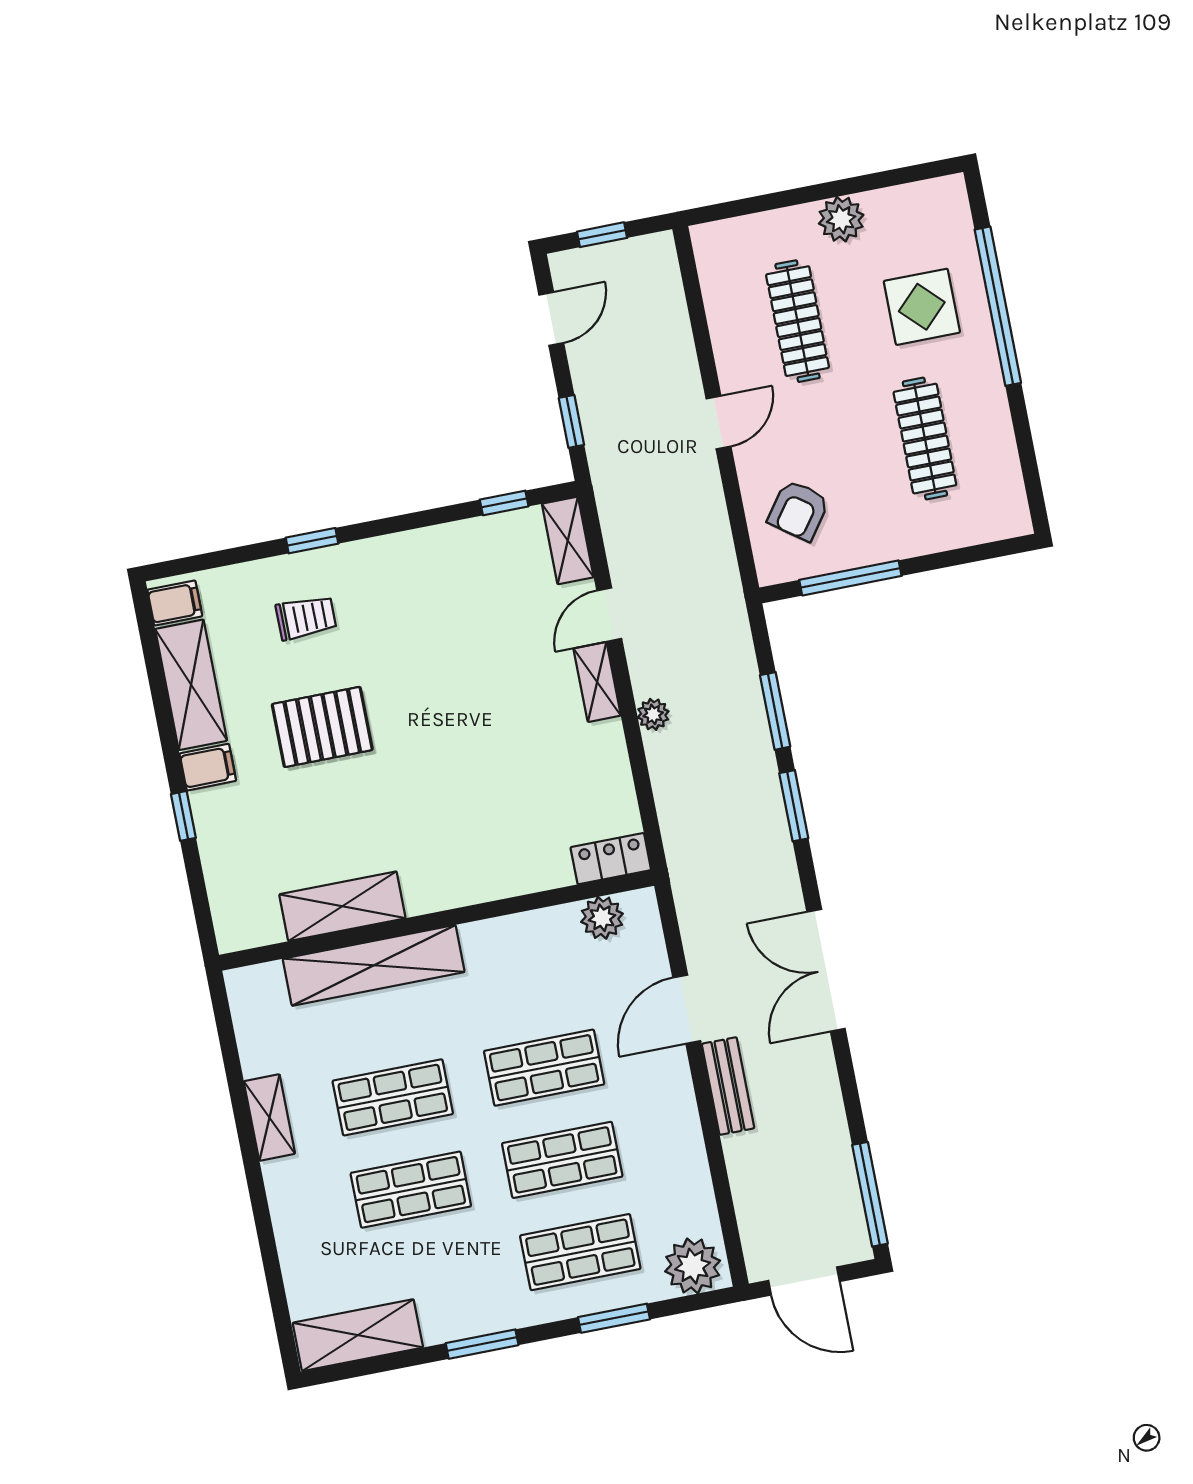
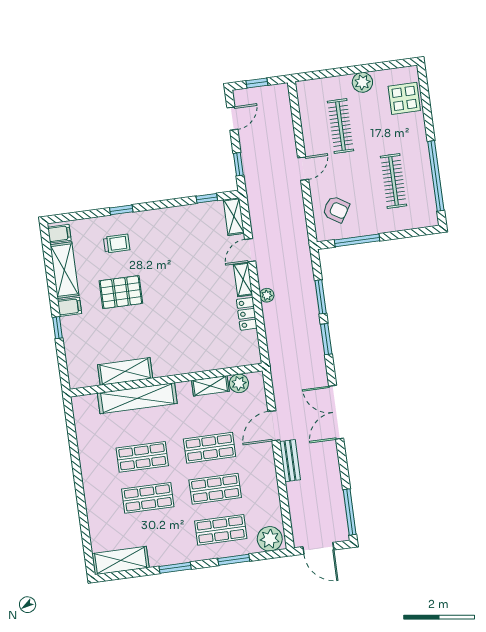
window: (998, 306) -> (436, 176), moved
display table: (922, 307) -> (404, 98), moved
armchair: (798, 510) -> (336, 209), turned -94
locker: (611, 859) -> (247, 314), moved, turned -90
shelving: (269, 1118) -> (210, 386), moved, turned 90

